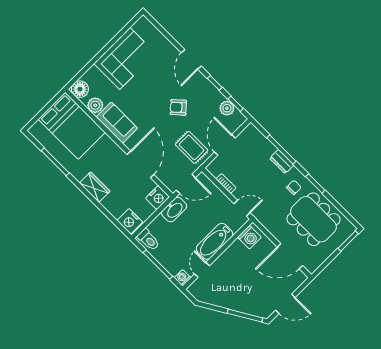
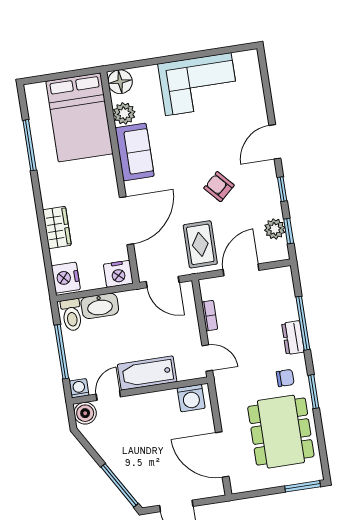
wardrobe: (95, 187) -> (57, 227), moved
washbasin: (174, 210) -> (100, 306), moved
boiler: (196, 289) -> (85, 413), added

